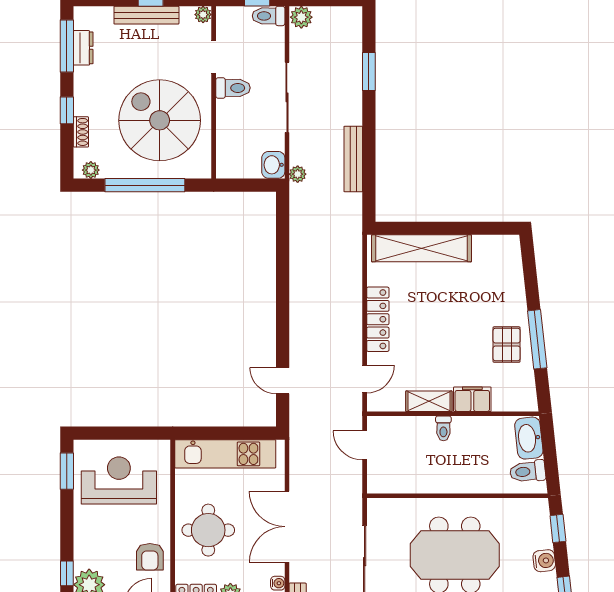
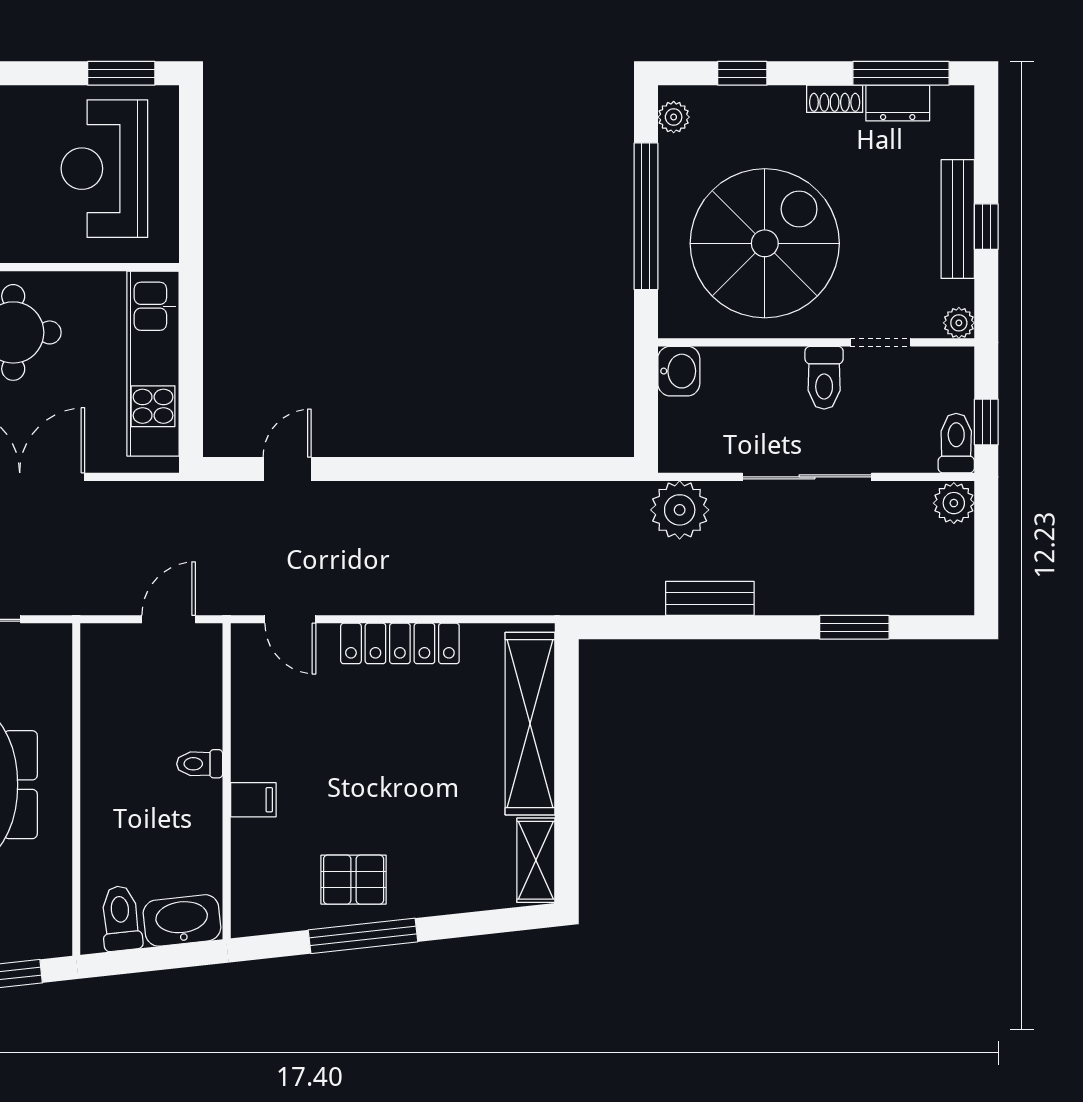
window: (67, 110) -> (742, 73), moved
shoe rack: (81, 132) -> (835, 99), moved
bench: (353, 159) -> (710, 598), width x0.73
washbasin: (273, 165) -> (679, 371), moved, turned 90
plant: (298, 174) -> (680, 510), width x1.87, depth x1.87
filing cabinet: (472, 399) -> (253, 800), width x0.50
shelving: (429, 401) -> (536, 860), moved
reception desk: (119, 480) -> (104, 169), turned 180

